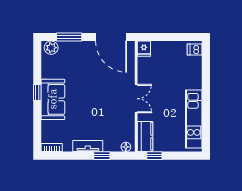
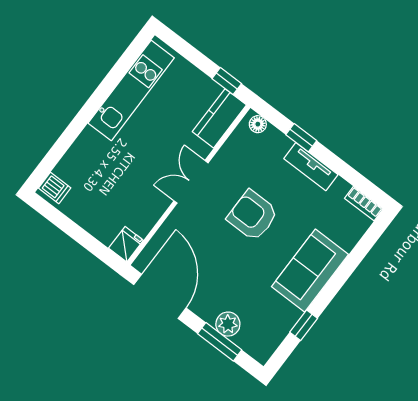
plant: (51, 48) -> (228, 324), moved
window: (37, 92) -> (304, 325), moved
armchair: (97, 104) -> (253, 215), added

